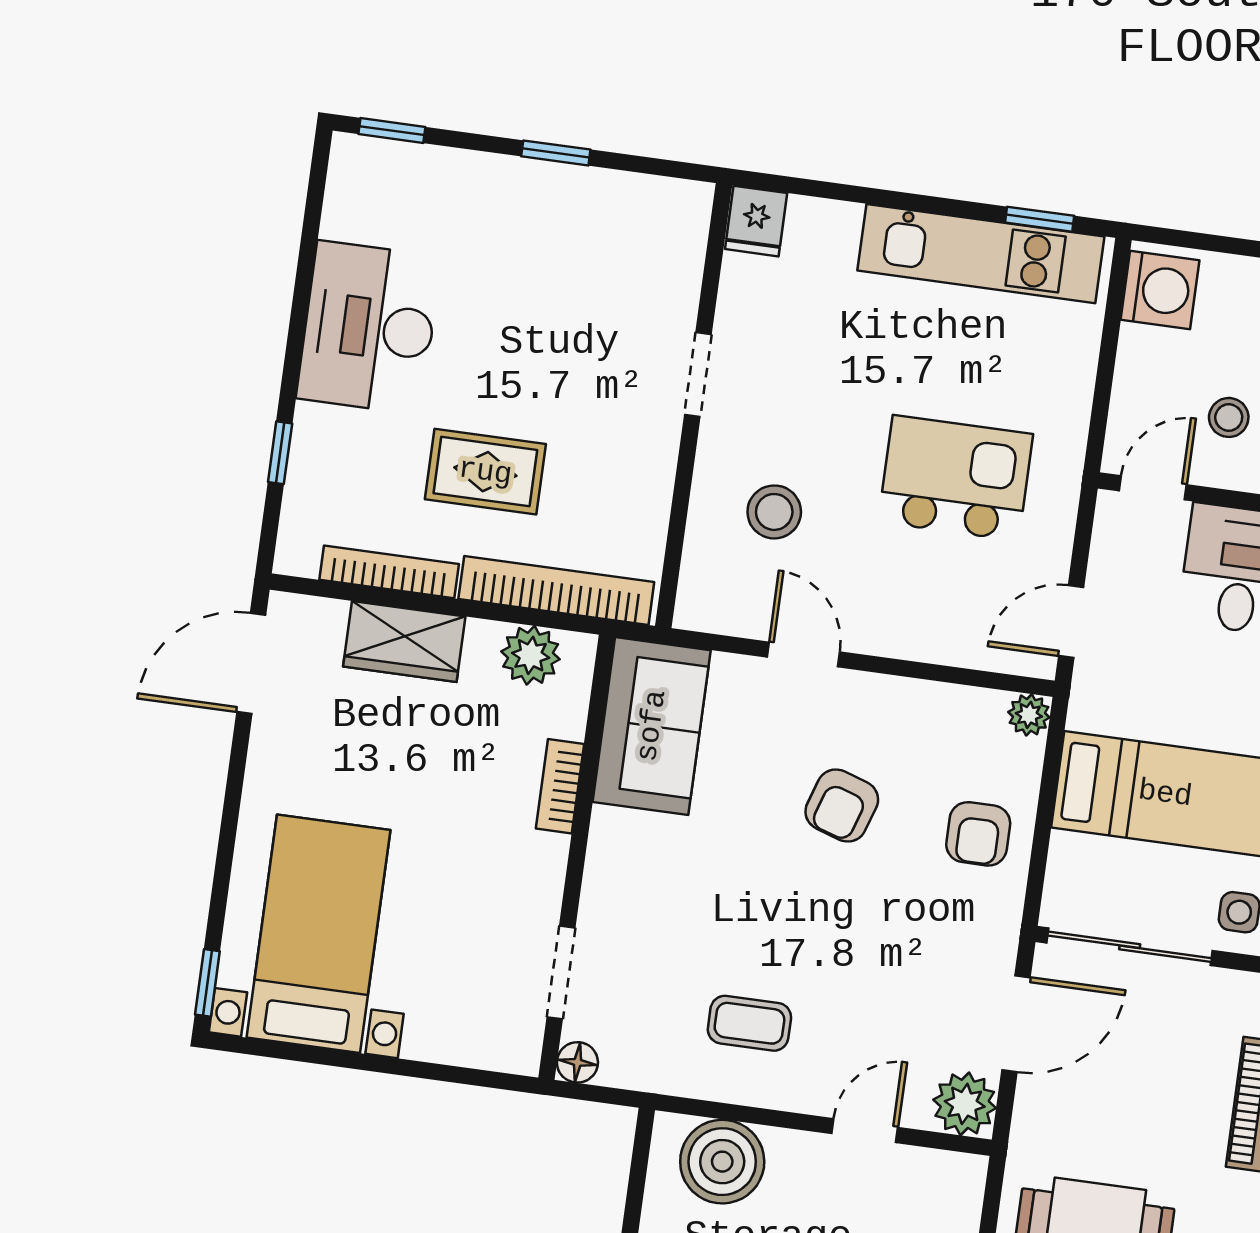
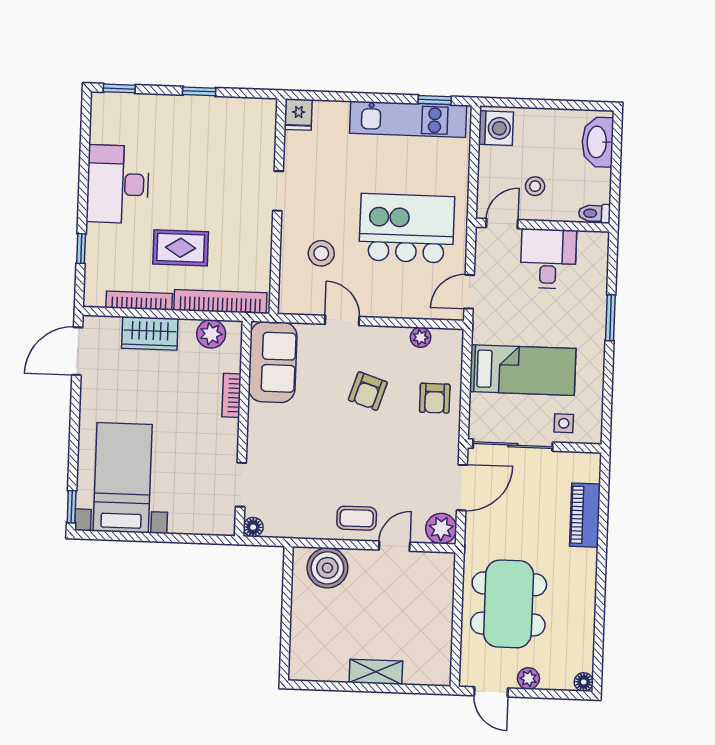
kitchen island: (956, 478) -> (407, 228), width x1.37, depth x1.28
plant: (1029, 715) -> (421, 337), moved
coffee table: (749, 1023) -> (357, 518), moved

